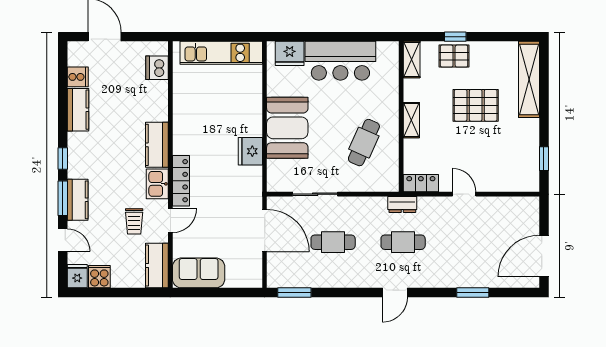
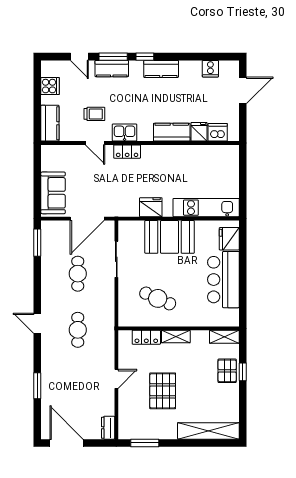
kitchen unit: (221, 53) -> (206, 208), moved, turned 90
pallet: (476, 105) -> (163, 391), moved
kitchen counter: (78, 110) -> (161, 69), moved
kitchen counter: (157, 145) -> (172, 132), moved
window: (544, 159) -> (145, 443), width x1.50
locker: (181, 181) -> (127, 152), width x0.66
locker: (421, 183) -> (146, 337), moved, turned 90
dresser: (402, 204) -> (108, 428), moved
trolley: (134, 221) -> (94, 114), turned 180
door: (63, 240) -> (79, 57), hinge flipped
kitchen counter: (157, 266) -> (50, 123), moved, turned 90
sofa: (199, 273) -> (53, 193), moved
fridge: (77, 276) -> (199, 132), moved, turned -90

